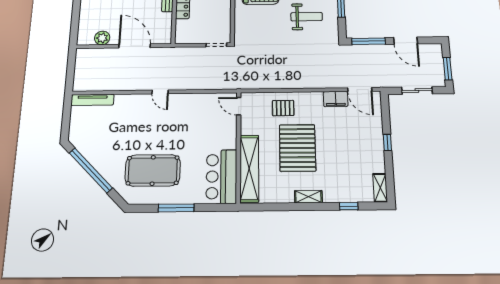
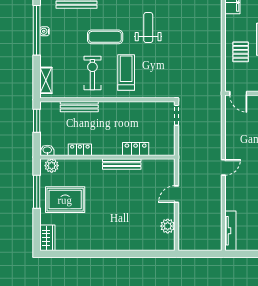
door: (135, 46) -> (176, 194), width x0.53
door: (239, 106) -> (238, 93), hinge flipped

